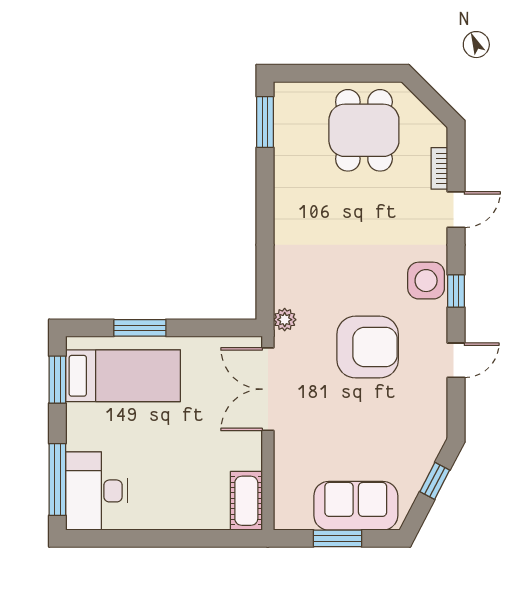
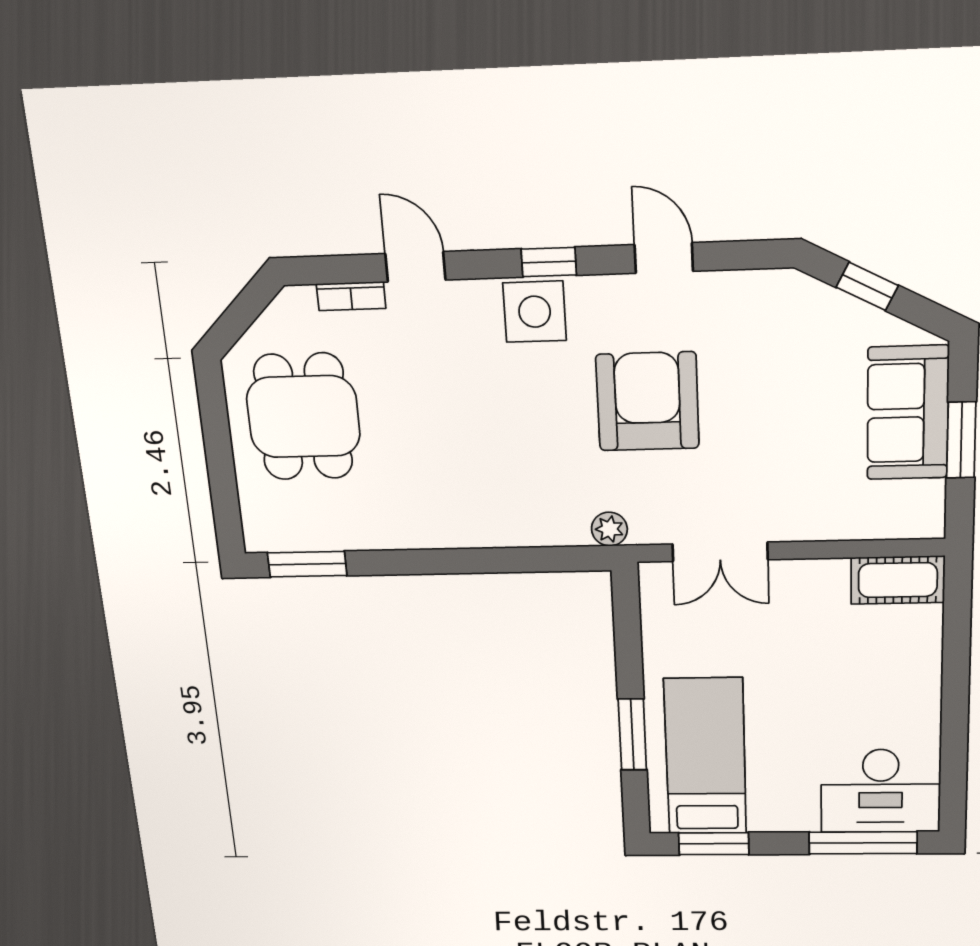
dining table: (364, 130) -> (303, 417), turned 90
double door: (268, 389) -> (720, 552), width x0.73

